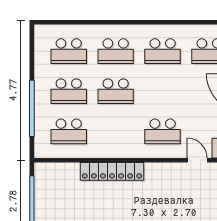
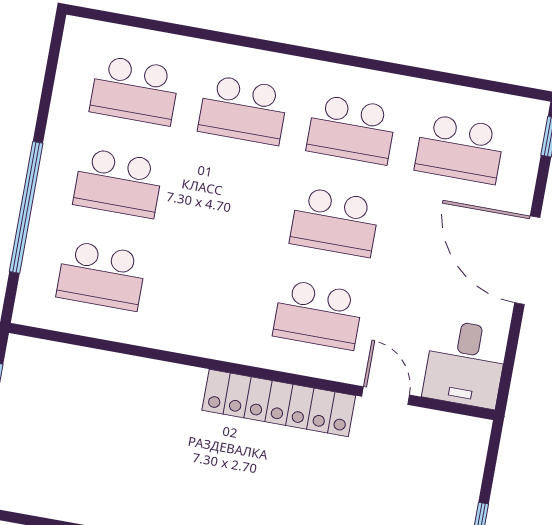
school desk: (116, 91) -> (335, 222), moved
locker: (112, 171) -> (279, 403), moved

